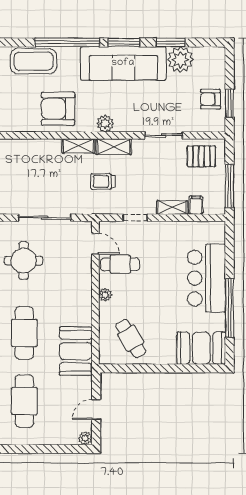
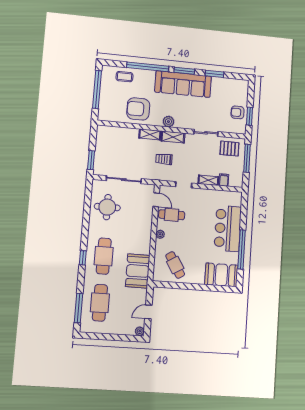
plant: (180, 60) -> (220, 85), removed
coffee table: (34, 61) -> (124, 77), width x0.54, depth x0.58
window: (229, 186) -> (247, 158), moved

